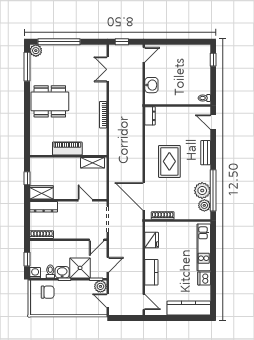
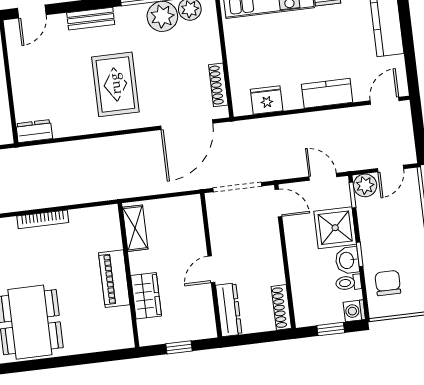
rug: (169, 161) -> (115, 84), turned 90
wardrobe: (42, 192) -> (146, 296), moved, turned 180
door: (85, 200) -> (211, 269), moved

